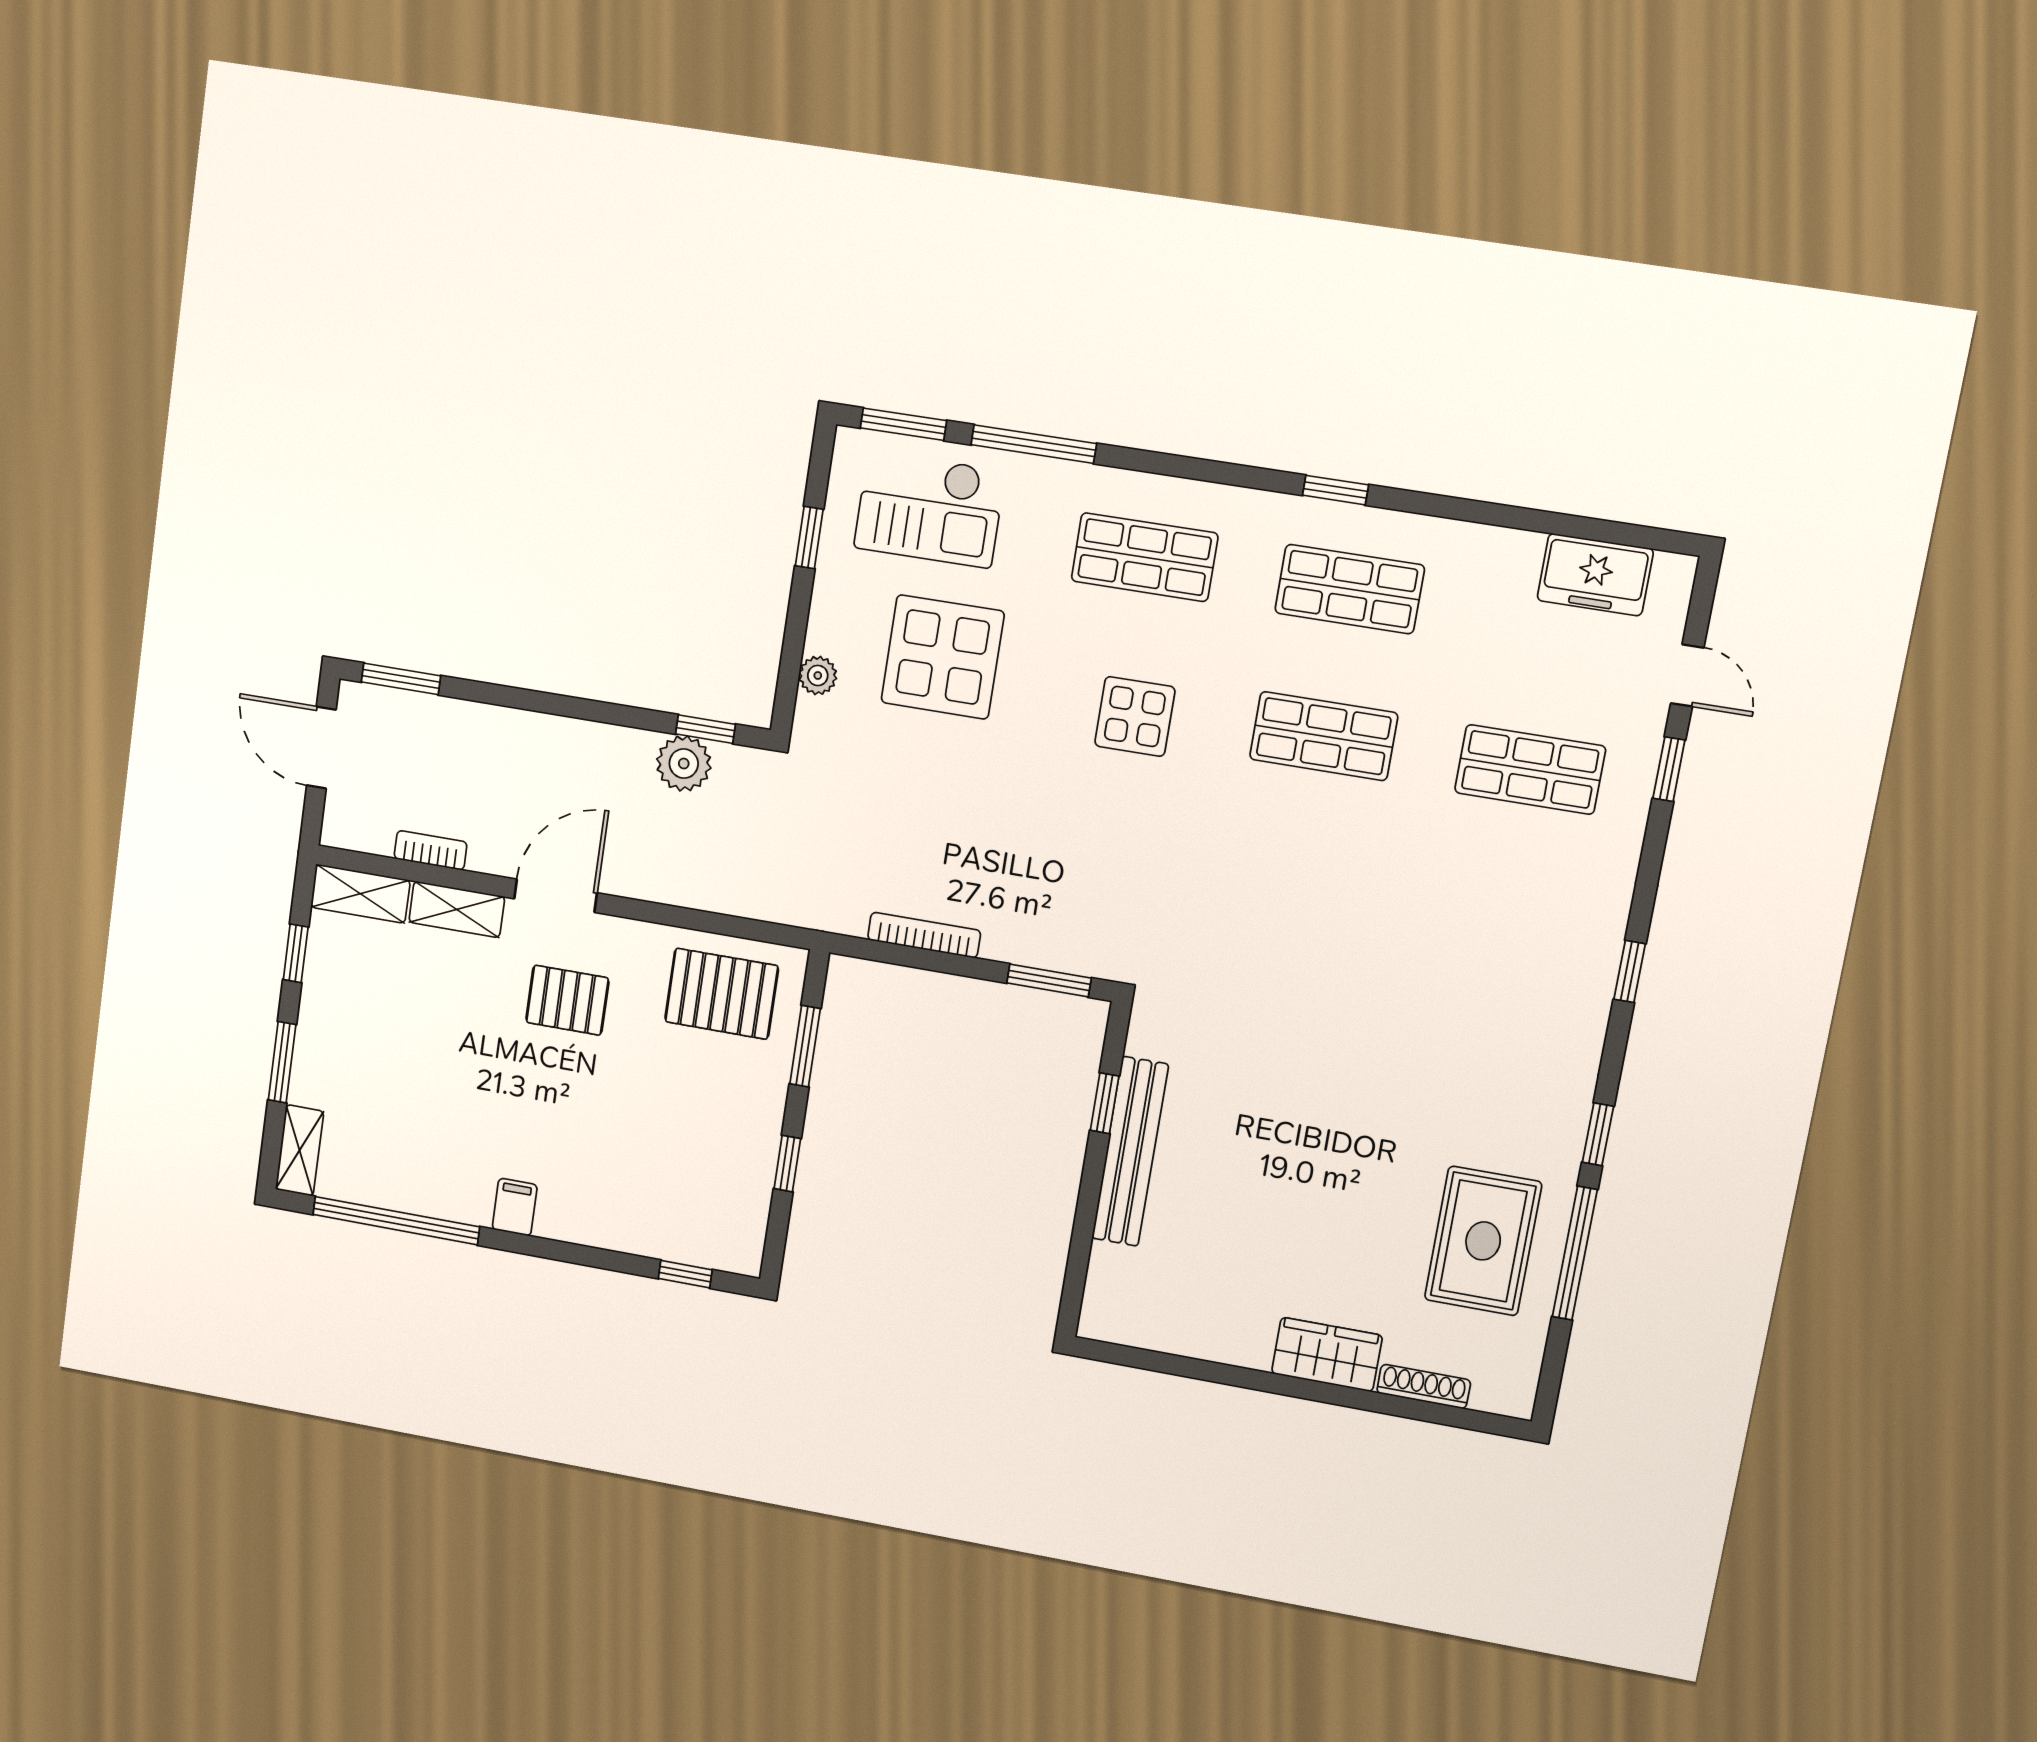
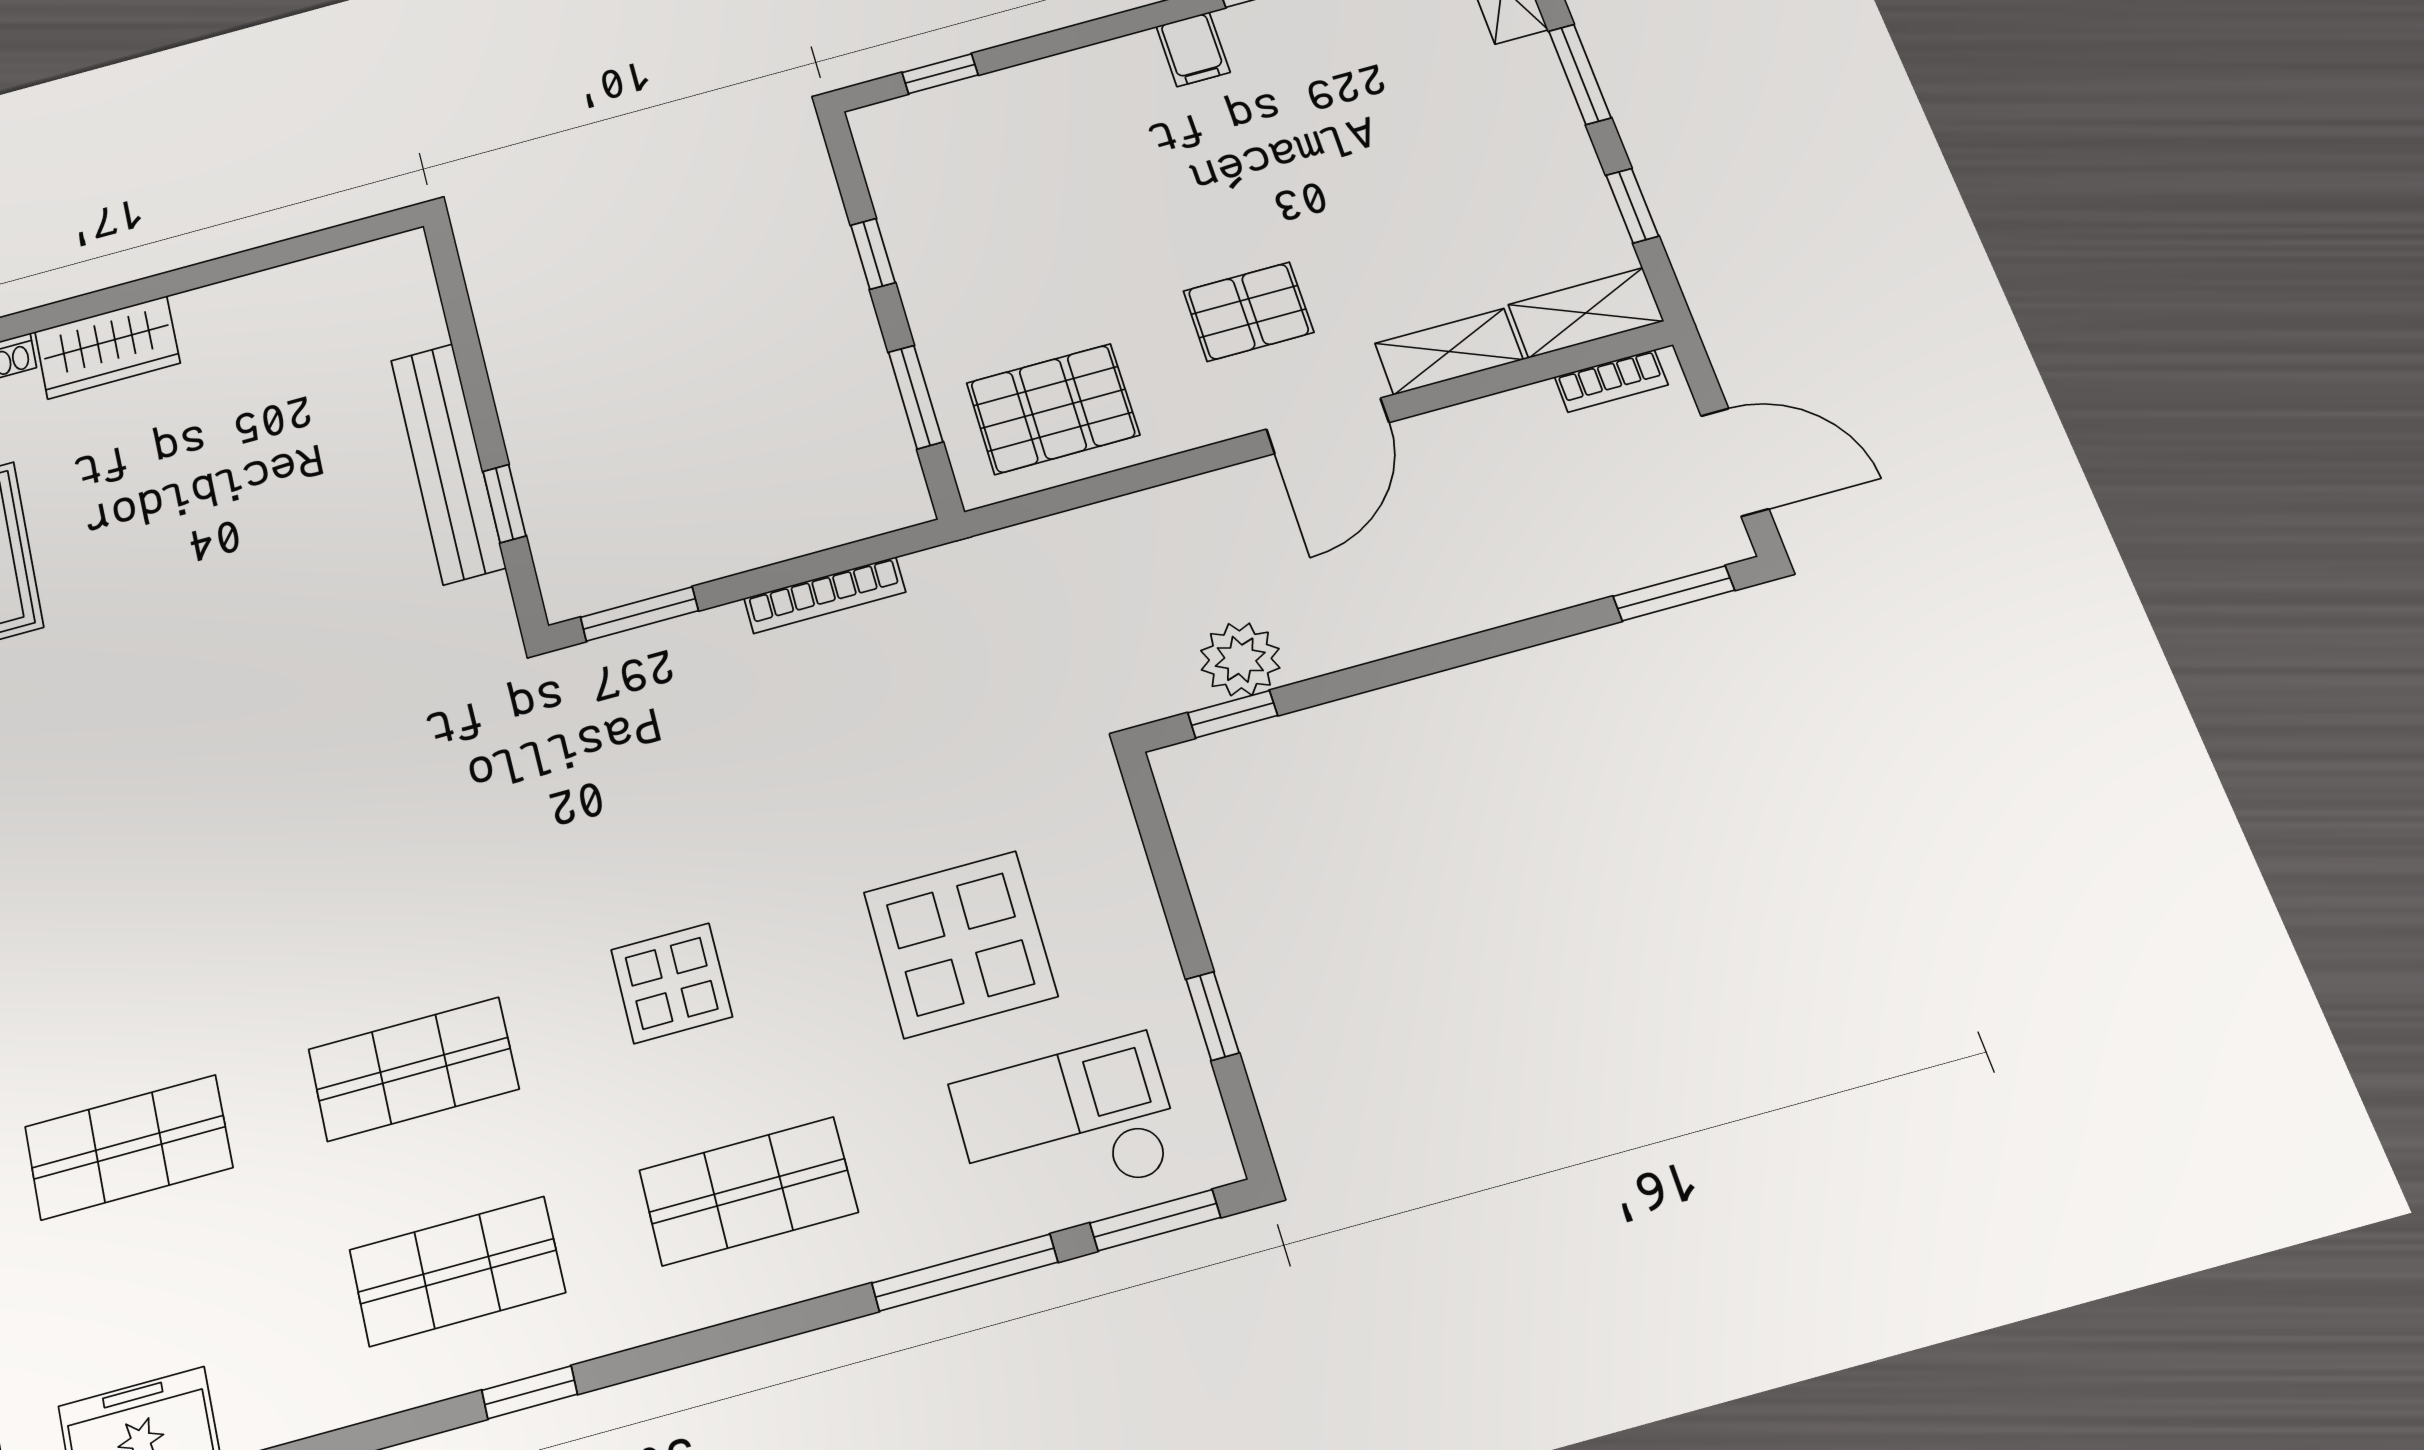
plant: (818, 675) -> (1116, 847), removed
bookcase: (431, 850) -> (1611, 381), moved

